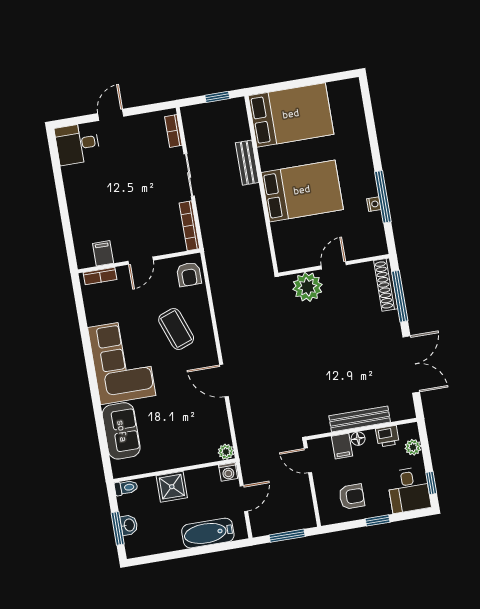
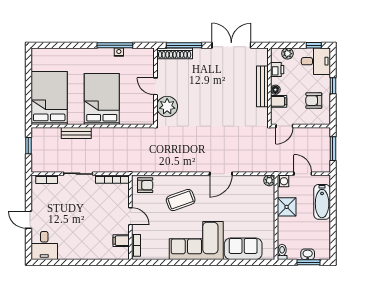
shower: (172, 487) -> (287, 207), moved
armchair: (352, 497) -> (314, 101), turned -90

